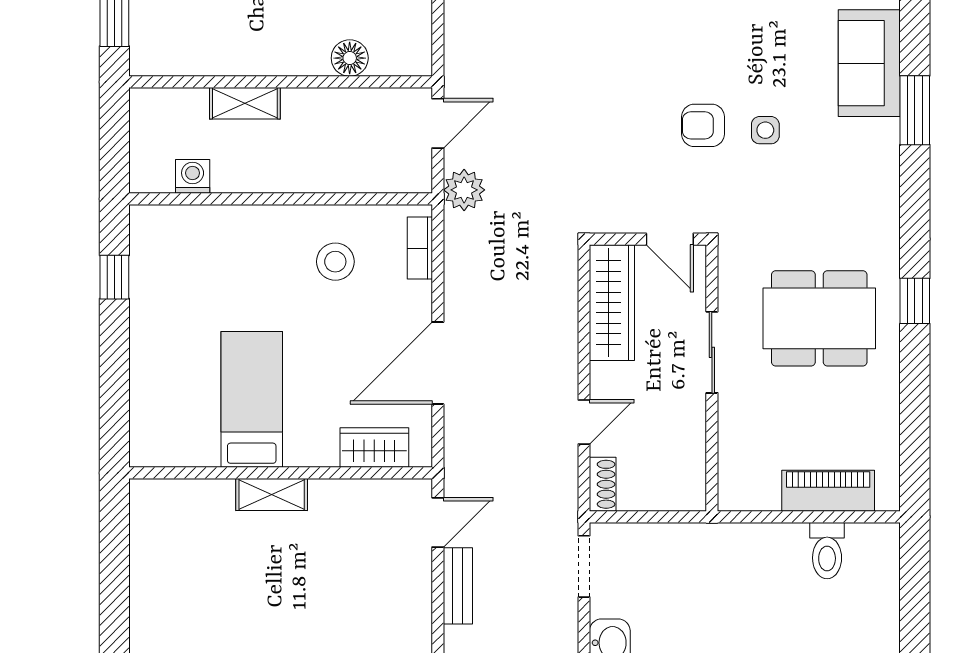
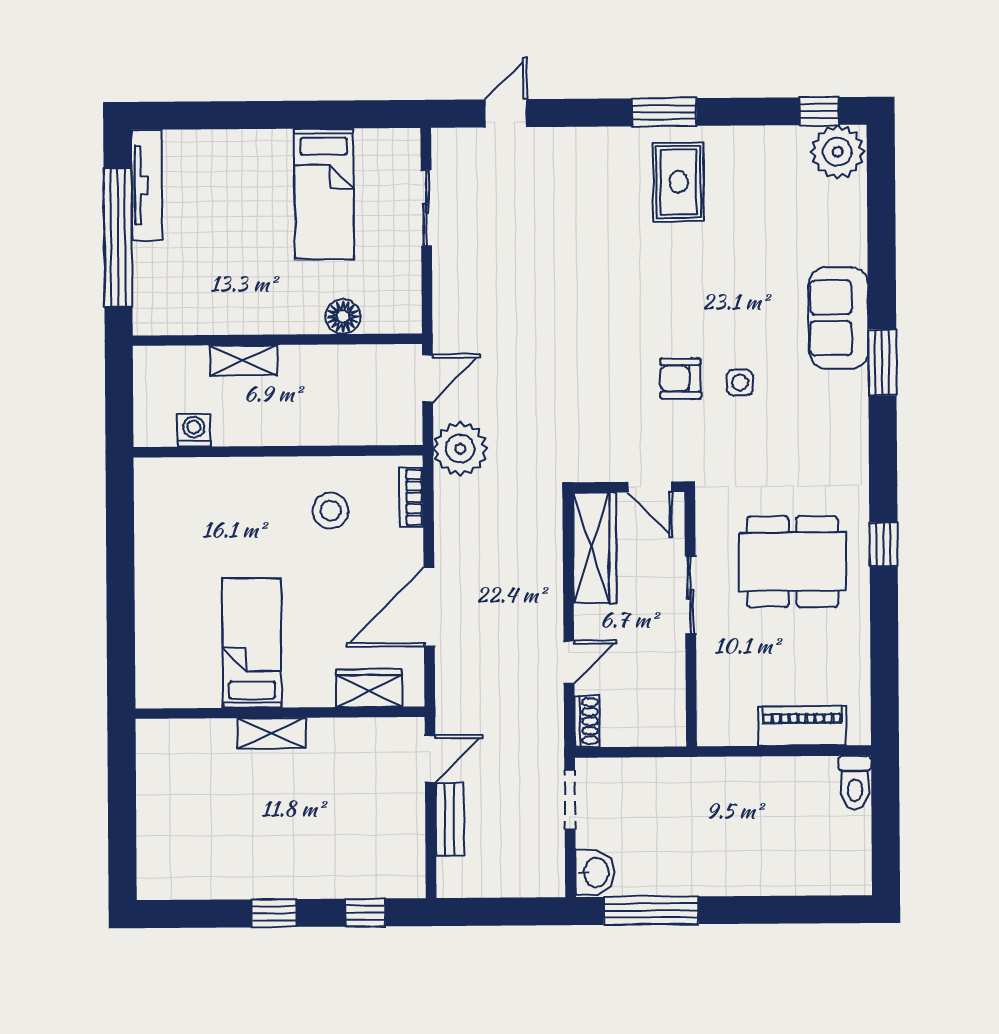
plant: (464, 190) -> (460, 449), width x1.36, depth x1.36
window: (114, 277) -> (120, 527), removed
toilet: (827, 551) -> (855, 783), moved

